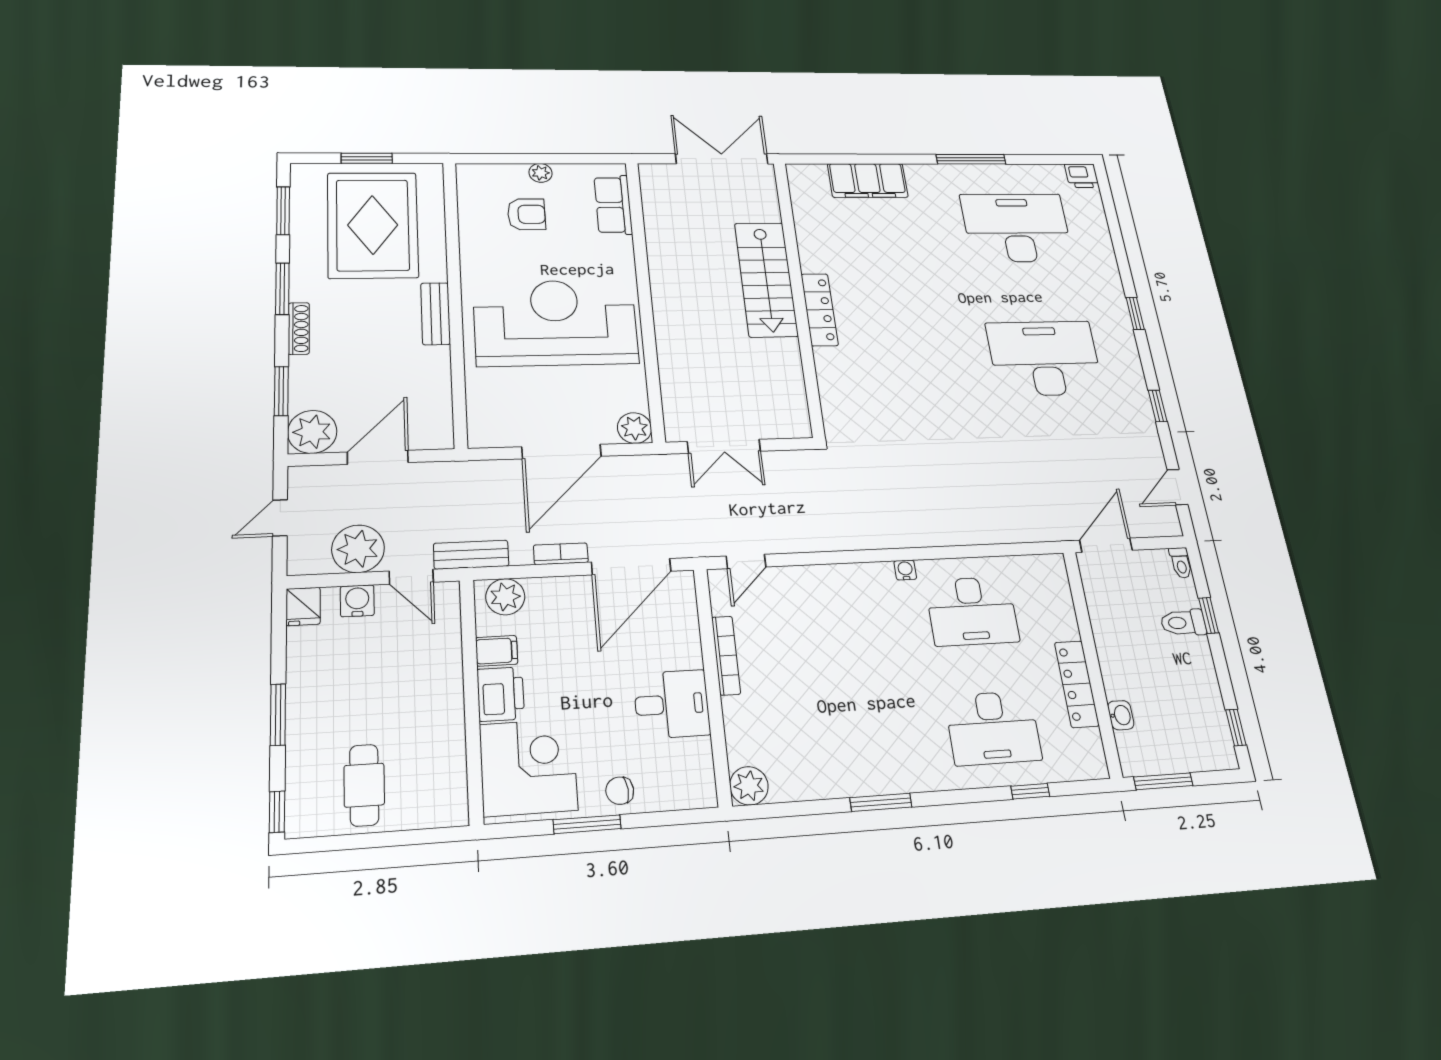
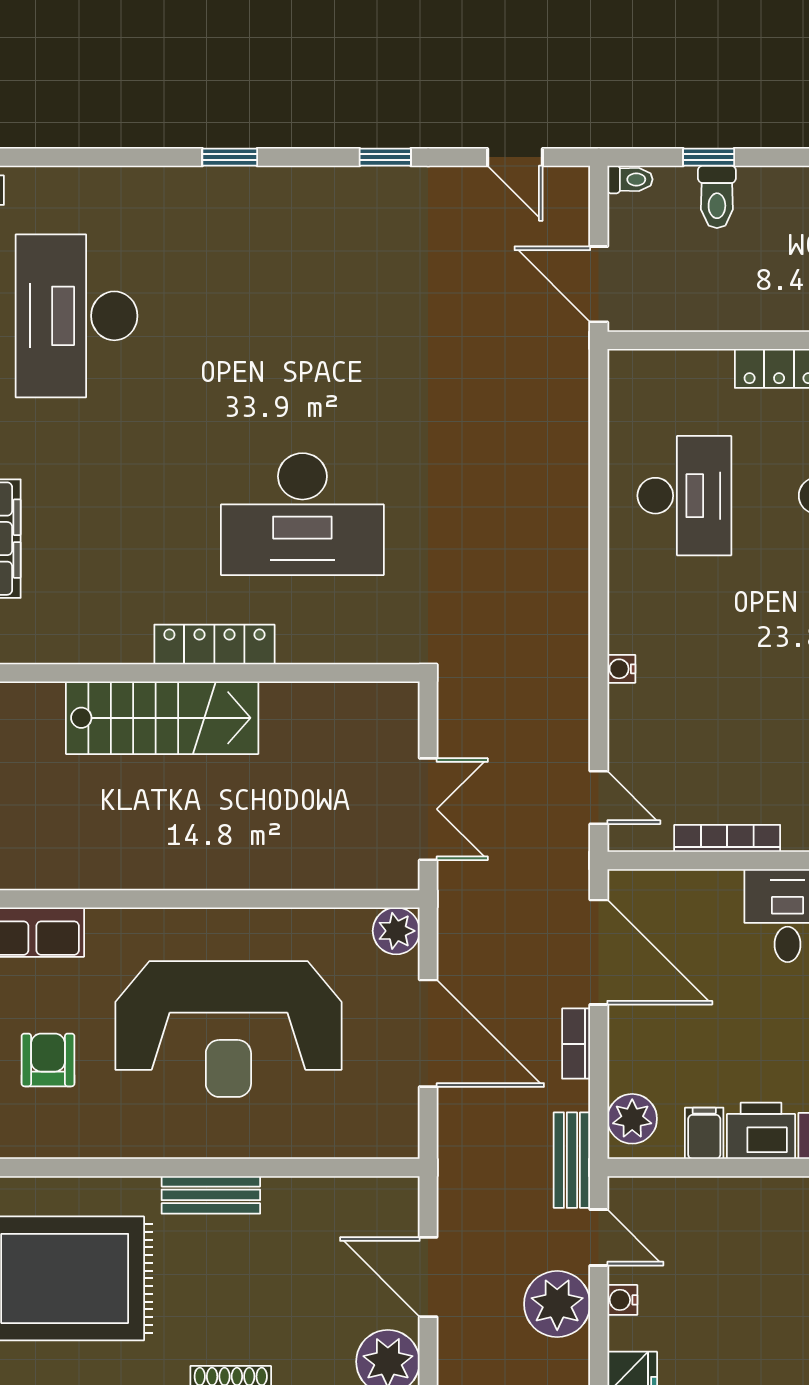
reception desk: (556, 323) -> (228, 1029), turned -90
desk: (1045, 358) -> (302, 514), moved, turned -90
water cooler: (905, 570) -> (621, 669), moved
door: (411, 577) -> (599, 1238), hinge flipped
water cooler: (357, 601) -> (622, 1300), width x0.72, depth x0.72

